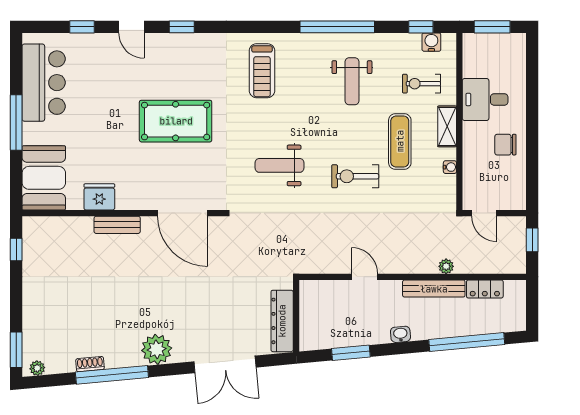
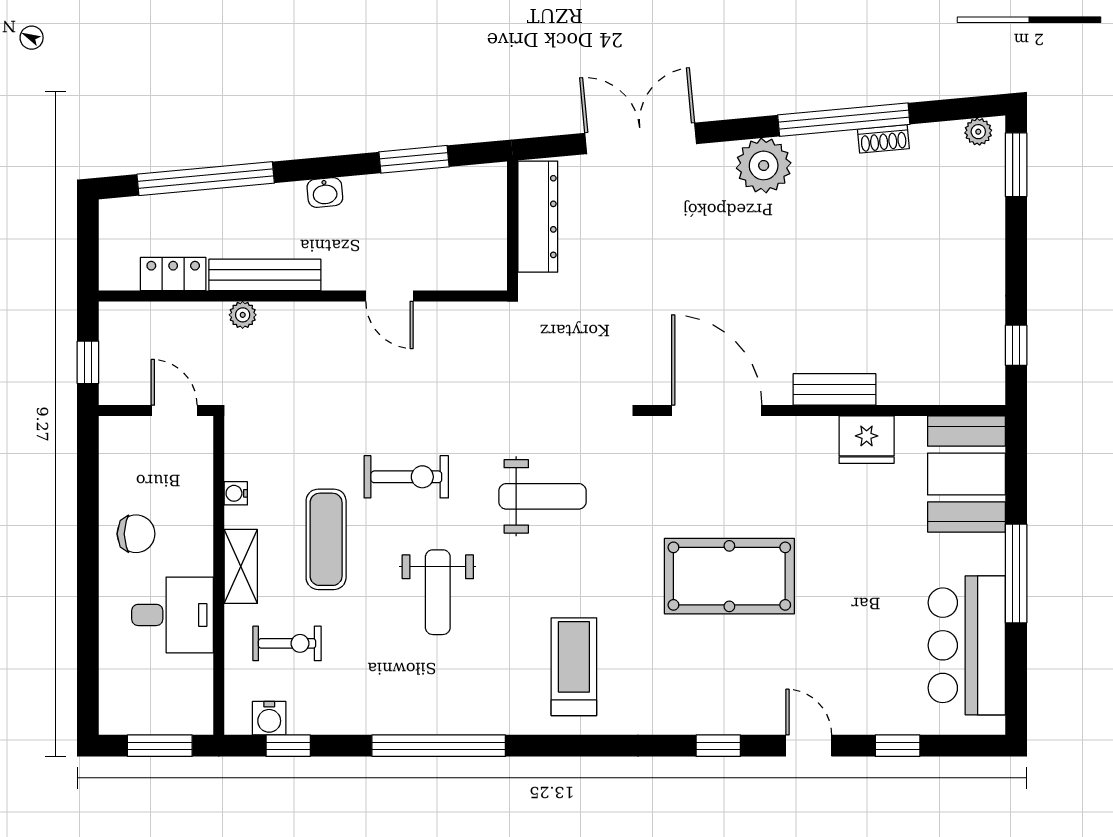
weight bench: (352, 81) -> (438, 592), moved, turned 180

